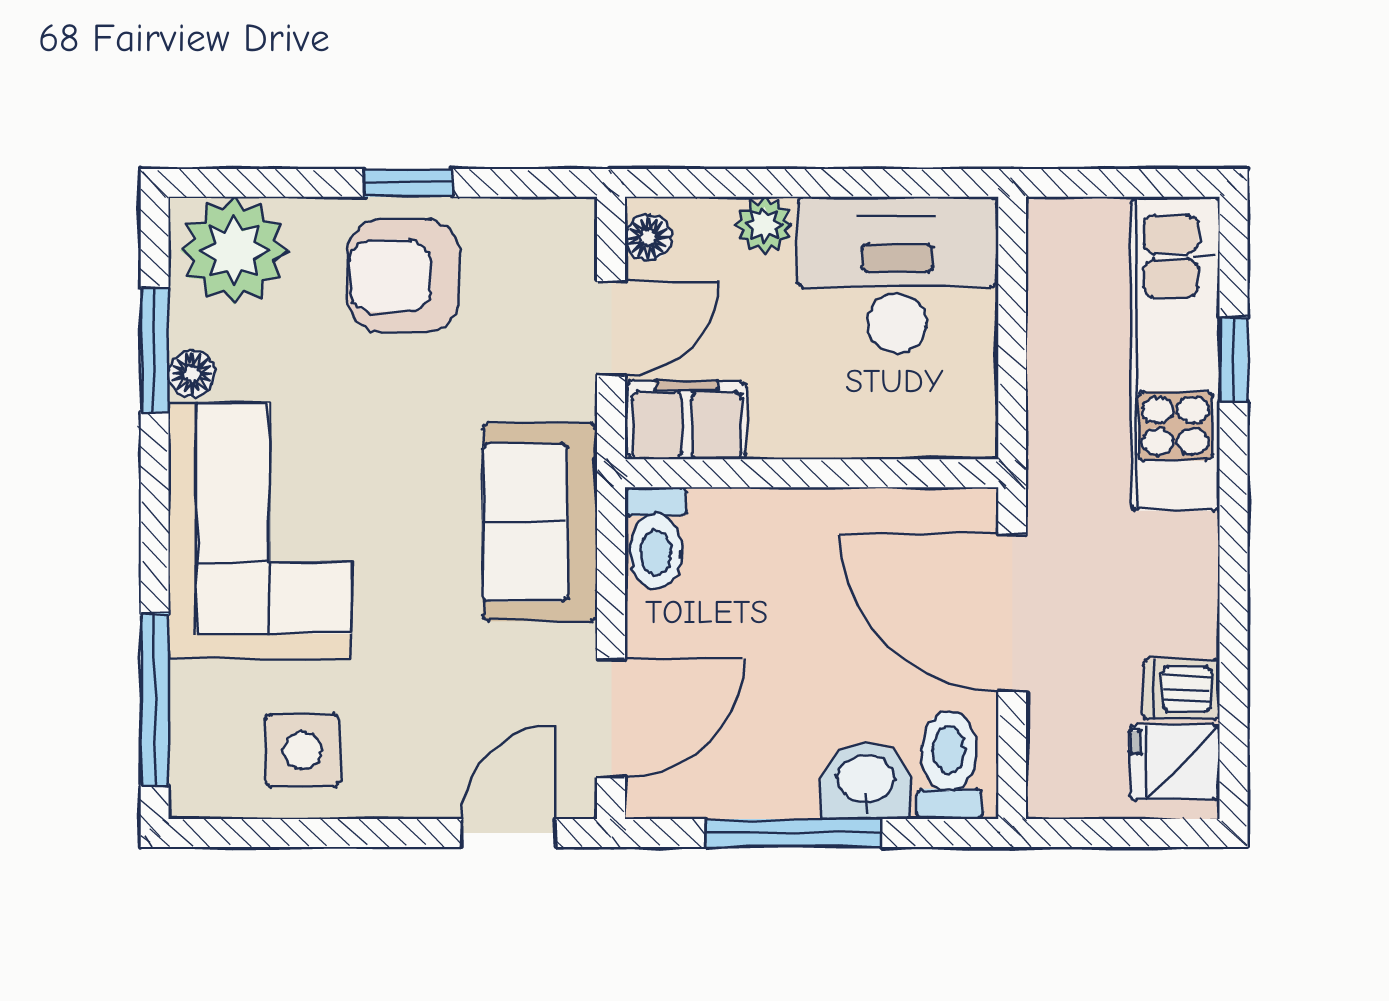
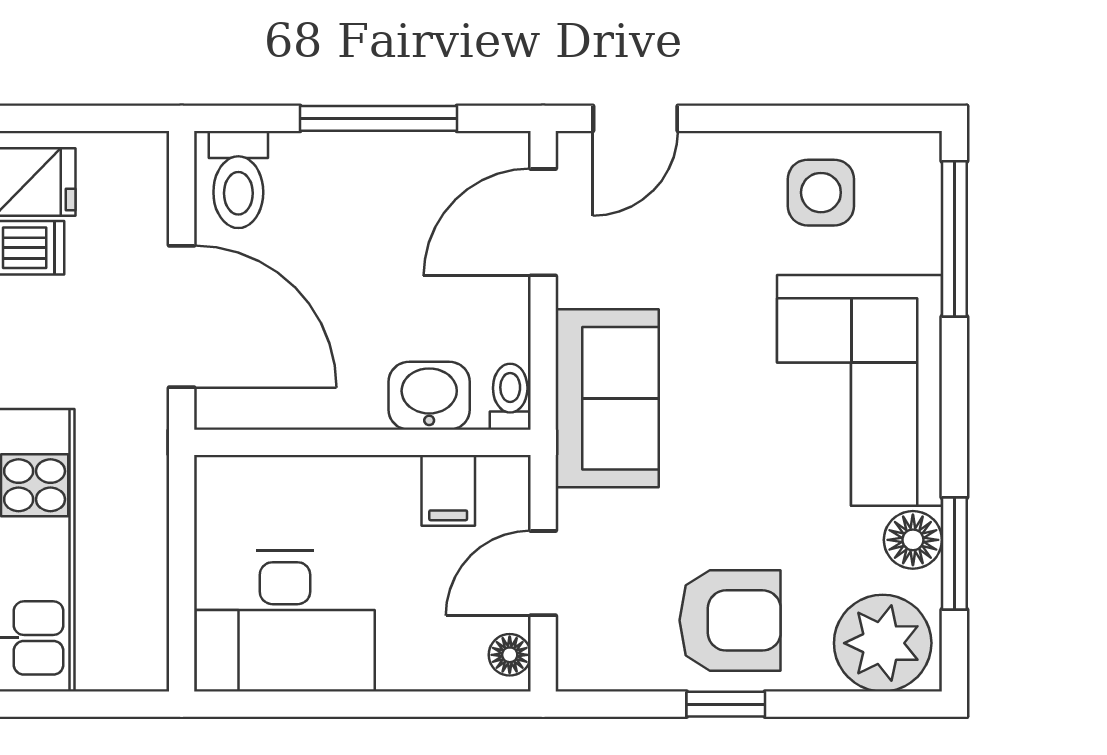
plant: (764, 225) -> (405, 666), removed
floor lamp: (192, 374) -> (913, 540), width x1.37, depth x1.37
filing cabinet: (687, 420) -> (448, 490), width x0.50
toilet: (656, 538) -> (510, 397), width x0.73, depth x0.72
washbasin: (866, 781) -> (429, 396), moved, turned 180

